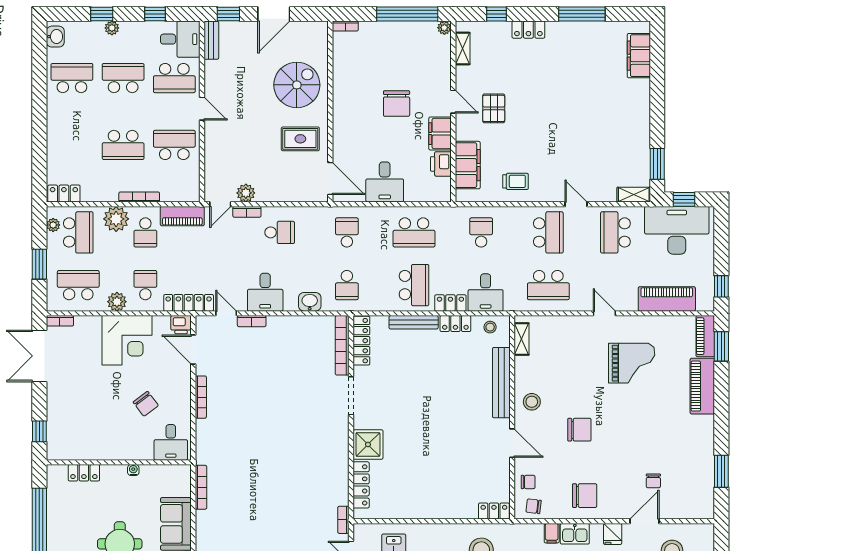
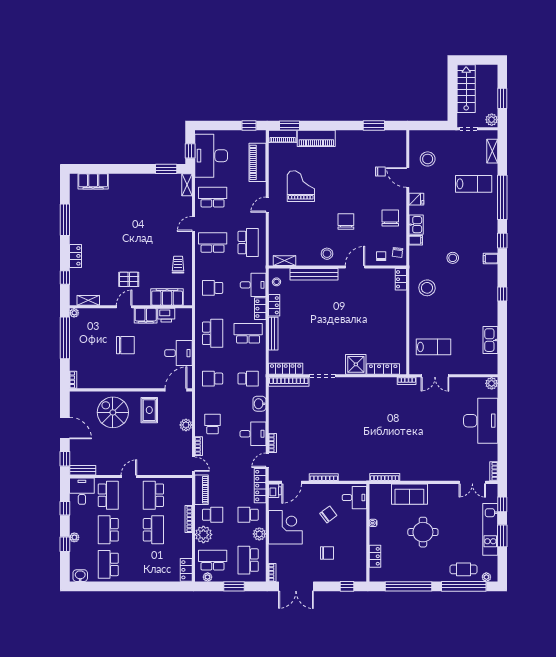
plant: (246, 193) -> (186, 425), moved
school desk: (615, 232) -> (213, 197), turned 180
chair: (89, 402) -> (327, 553), added

